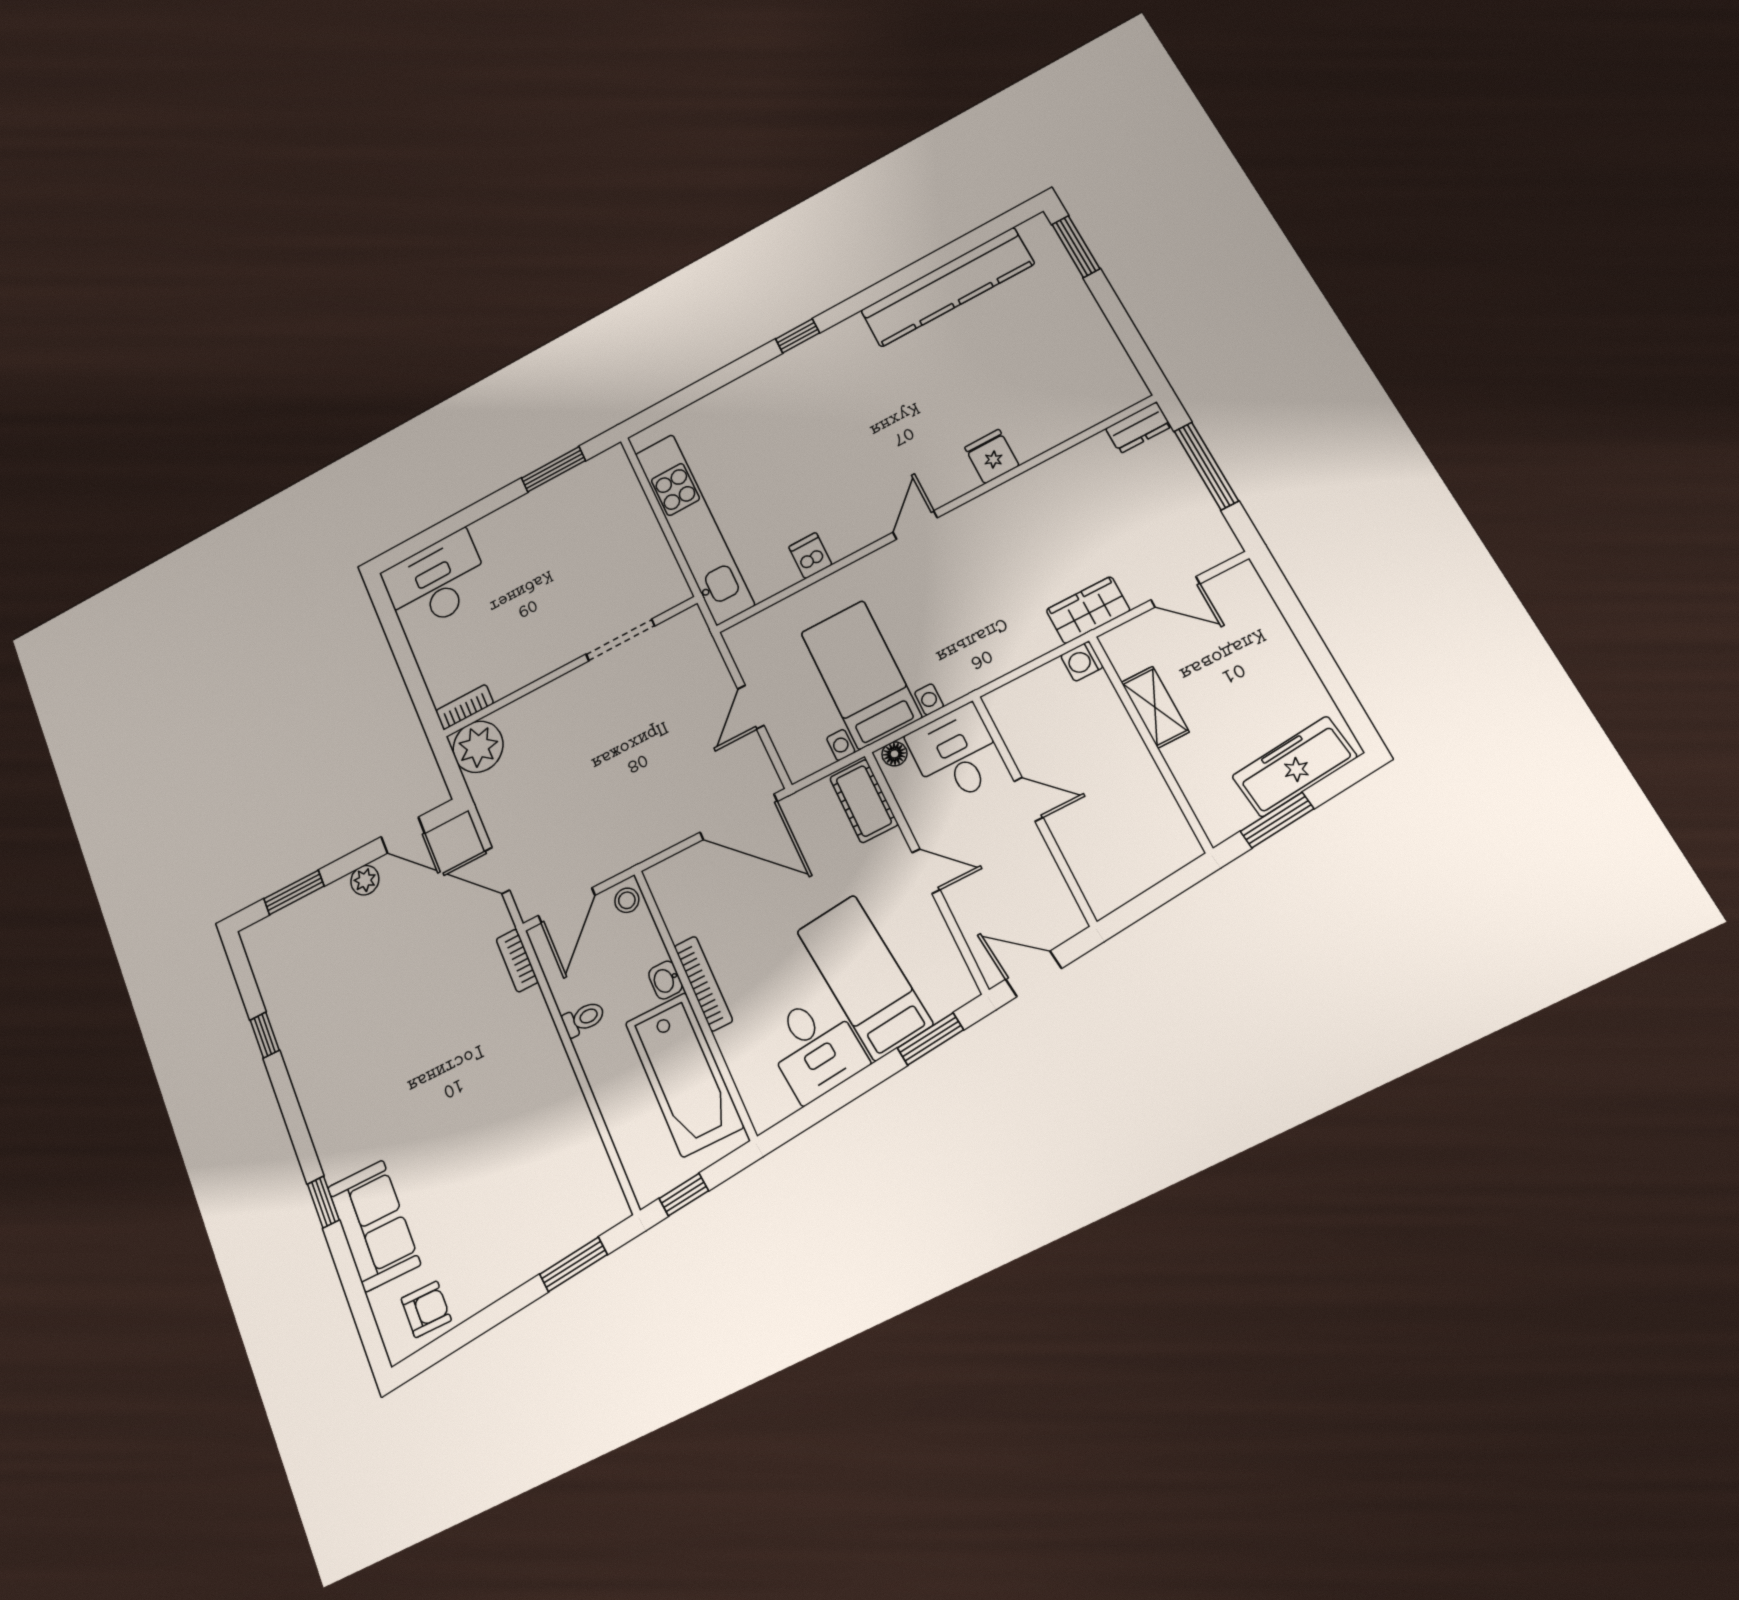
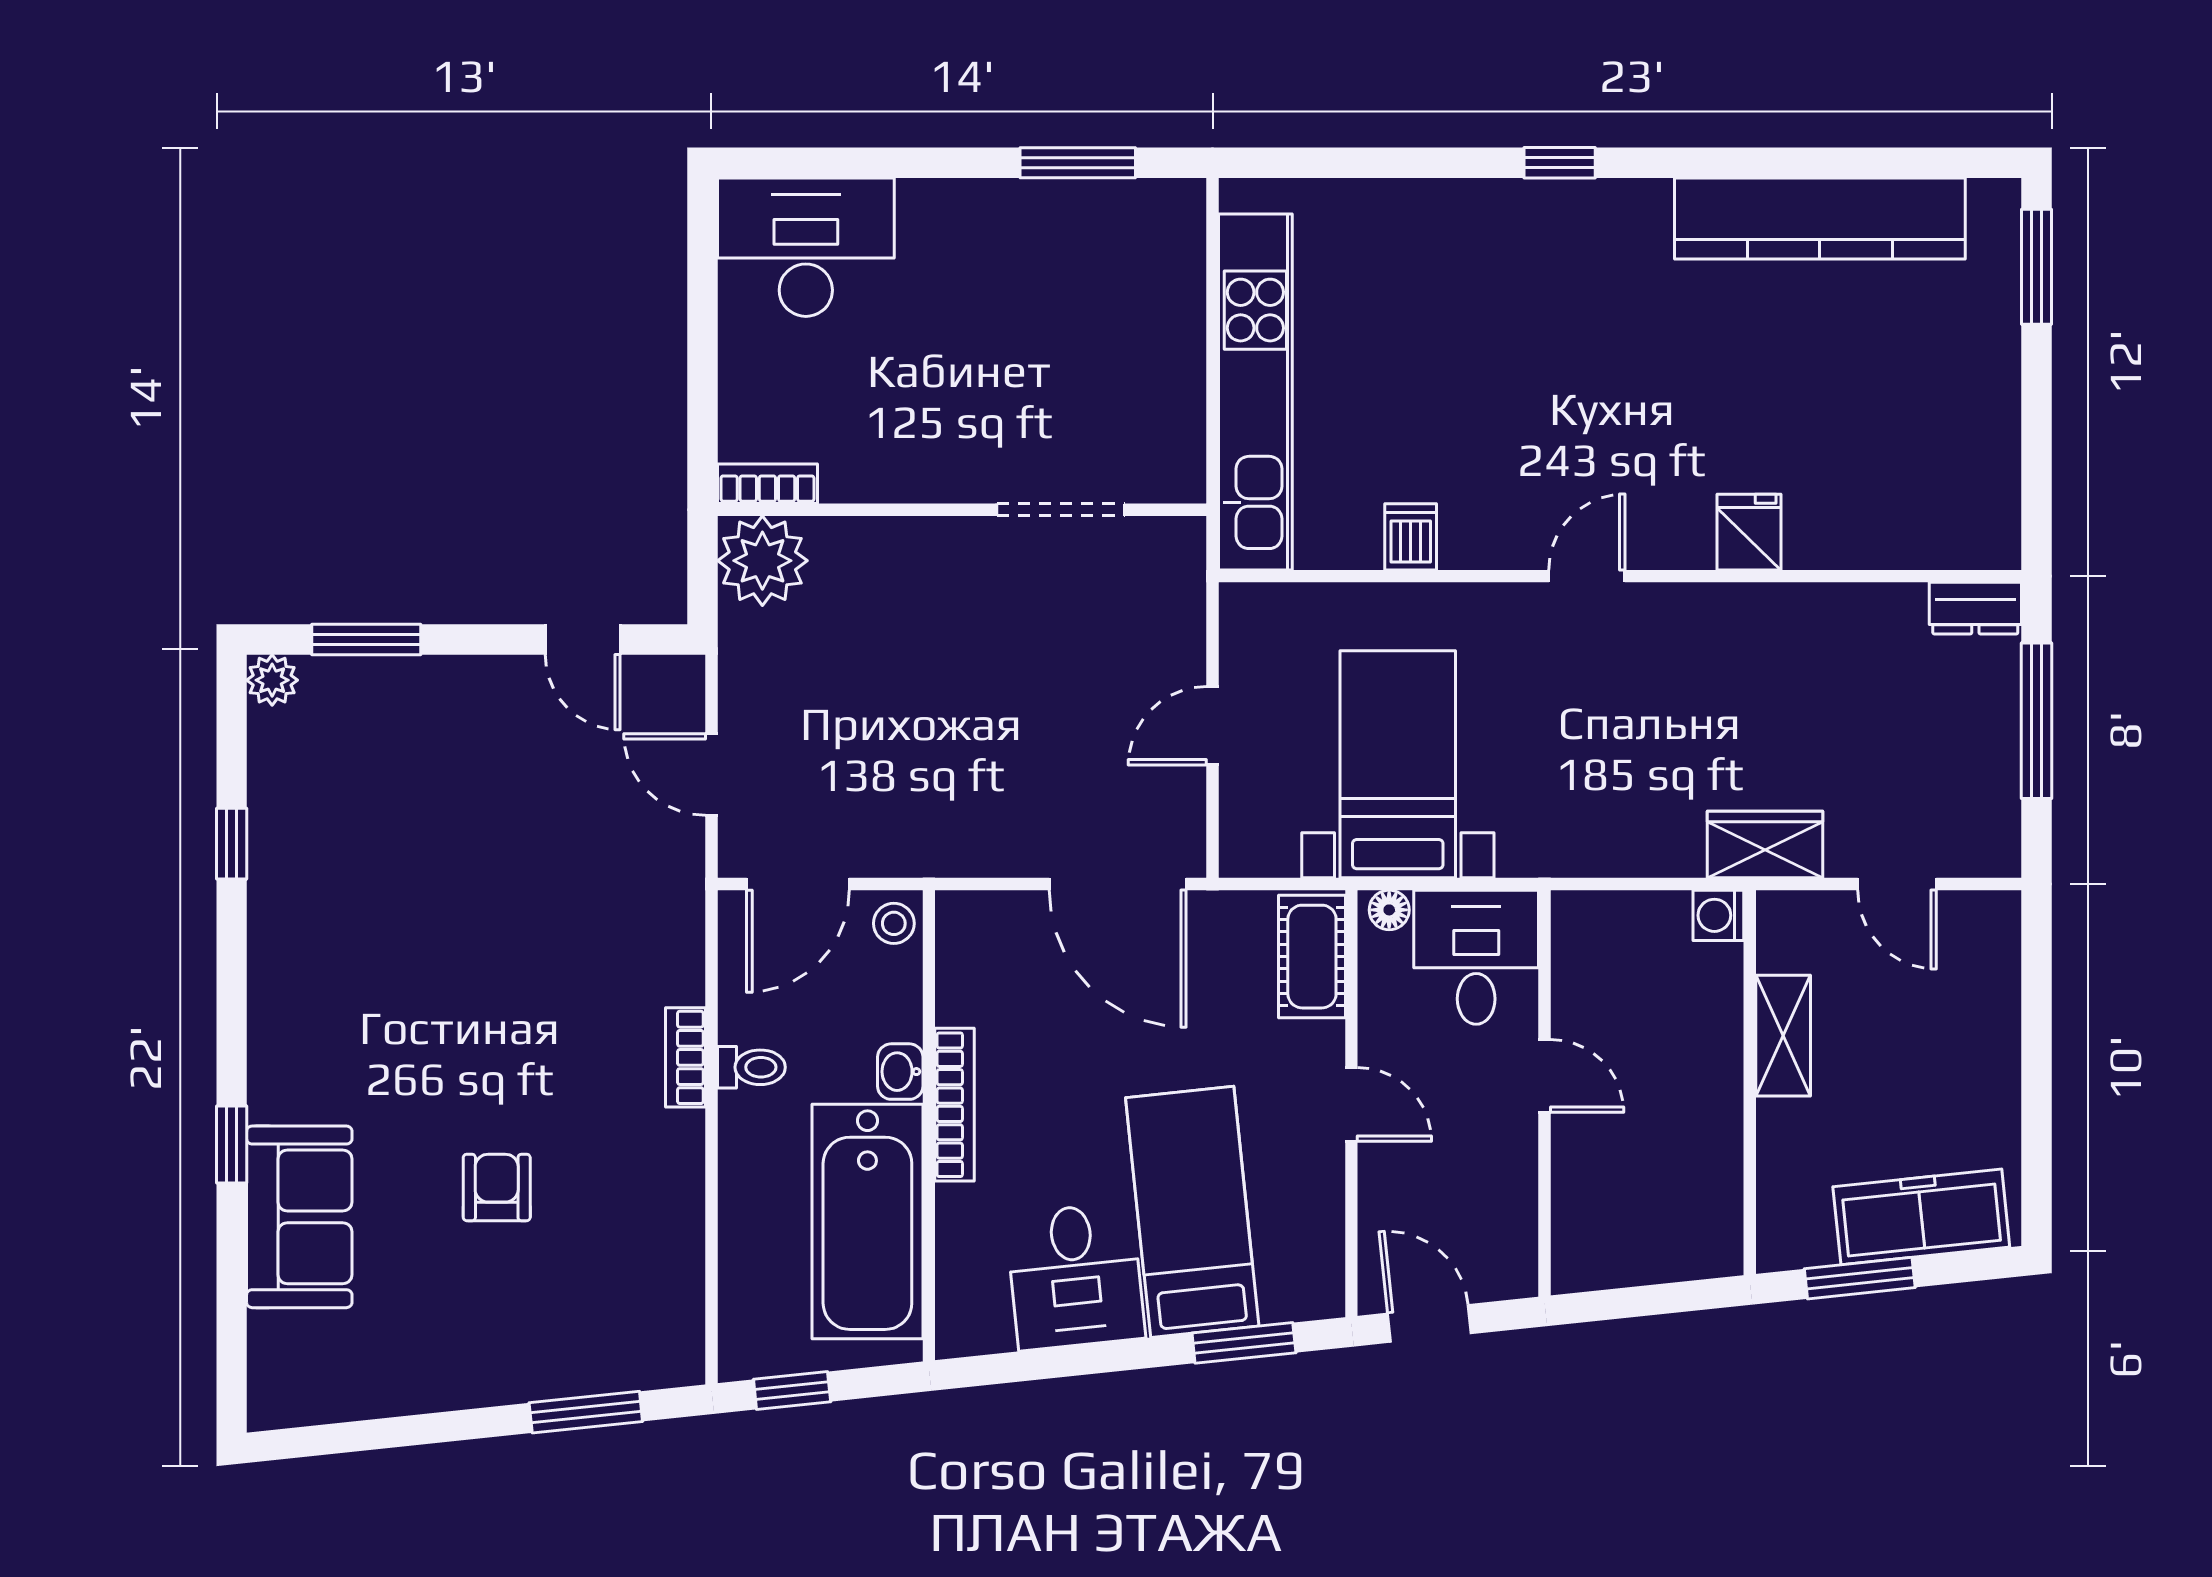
plant: (365, 880) -> (272, 680), moved
bookcase: (517, 960) -> (686, 1057), moved
armchair: (426, 1309) -> (497, 1187), moved, turned -90

